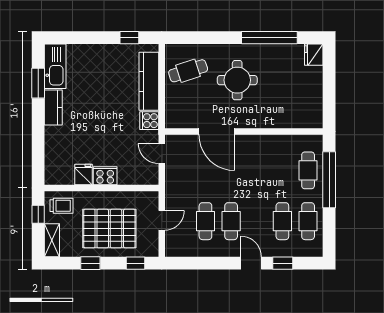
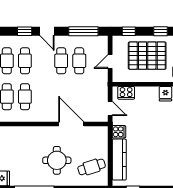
cafe table: (282, 170) -> (25, 97), added
cooker: (105, 176) -> (126, 93), moved
window: (200, 263) -> (83, 31), added

